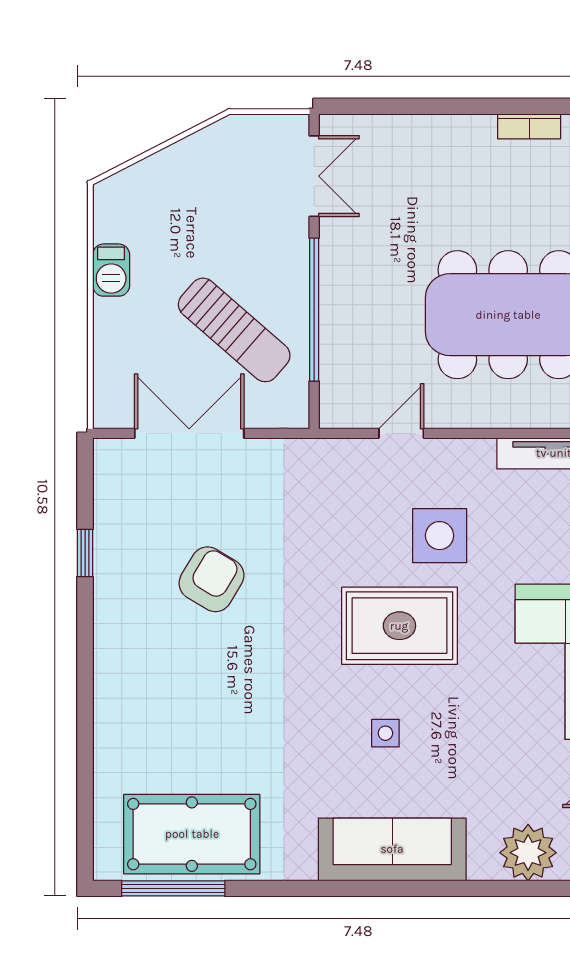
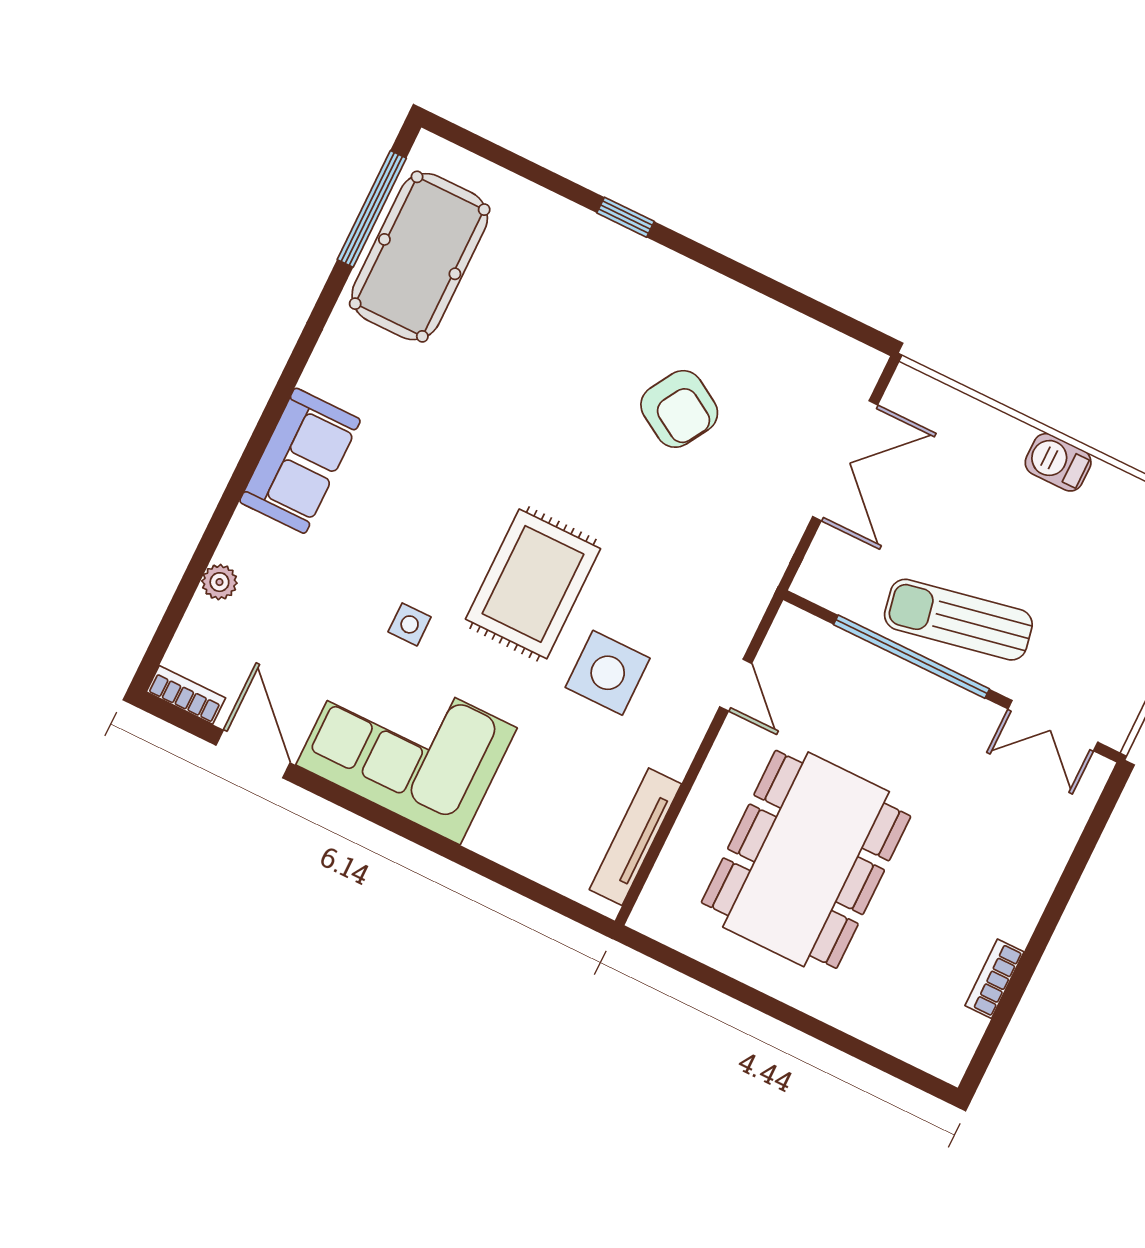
sun lounger: (234, 330) -> (958, 620), moved, turned 38
window: (85, 553) -> (626, 217), moved
side table: (385, 733) -> (410, 624), moved
sofa: (392, 849) -> (300, 461), width x0.73
plant: (528, 853) -> (219, 582), width x0.53, depth x0.53

